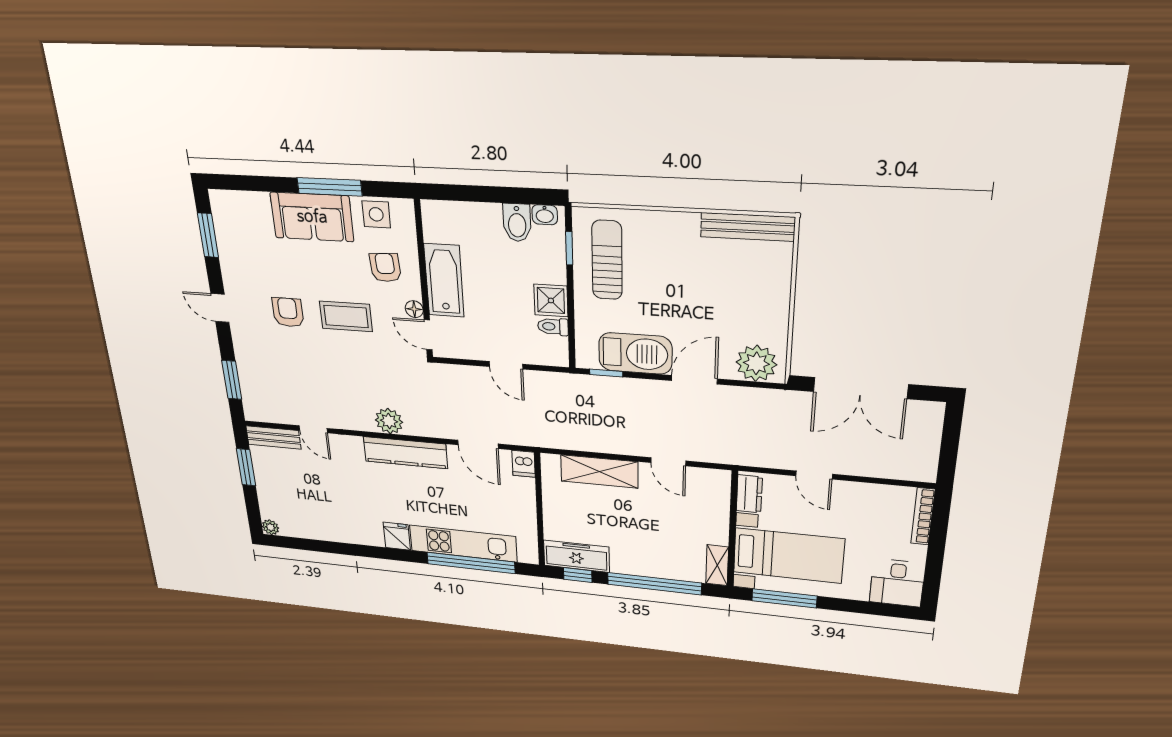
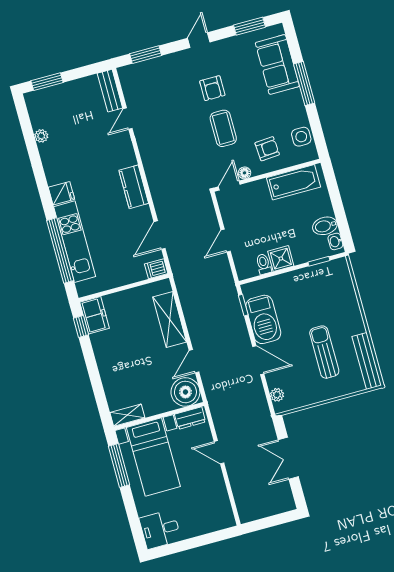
window: (330, 187) -> (304, 83), moved
sofa: (312, 217) -> (277, 64), moved
sun lounger: (607, 260) -> (324, 352), moved, turned -90
bathtub: (444, 280) -> (293, 182), moved
armchair: (288, 312) -> (212, 88), turned 90
plant: (756, 363) -> (277, 395), width x0.53, depth x0.53
double door: (861, 388) -> (288, 458), width x0.73
plant: (389, 421) -> (155, 171), removed
kitchen counter: (405, 453) -> (134, 187), width x0.67
window: (246, 467) -> (47, 82), moved
door: (814, 475) -> (219, 452), hinge flipped
boiler: (709, 487) -> (185, 392), added
bookcase: (923, 516) -> (215, 526), removed
plant: (270, 527) -> (41, 136), moved
freezer: (576, 556) -> (94, 315), width x0.71
window: (654, 584) -> (95, 379), removed

